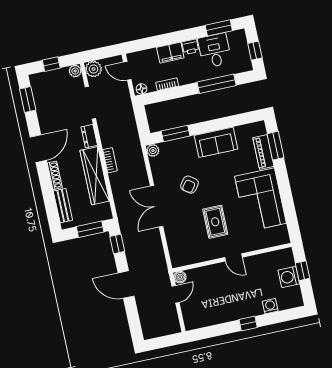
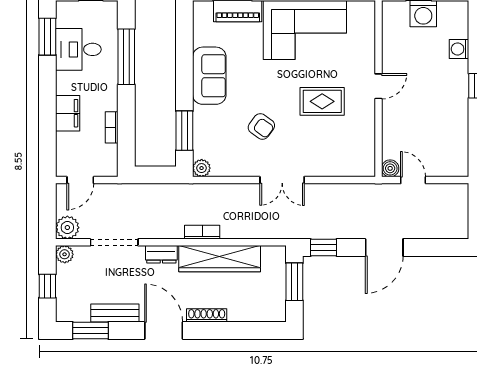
printer: (190, 47) -> (65, 83), removed
floor lamp: (141, 89) -> (110, 165), removed
bench: (63, 206) -> (115, 313), moved
double door: (157, 206) -> (282, 180), width x0.73

